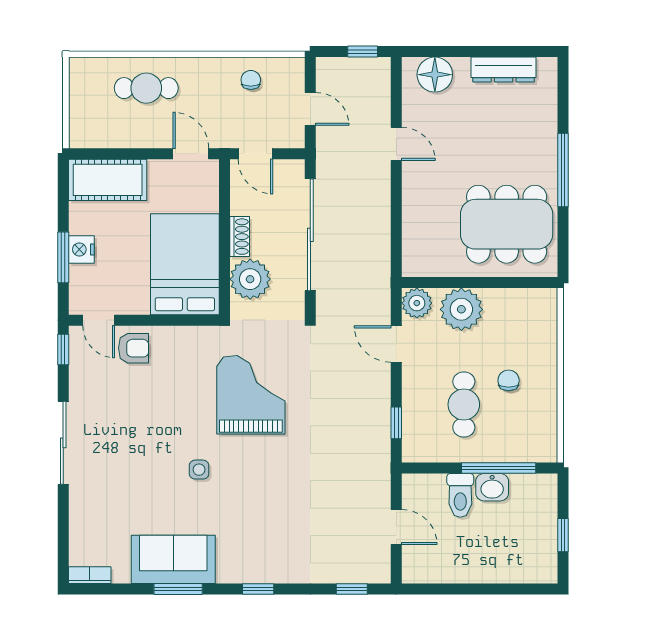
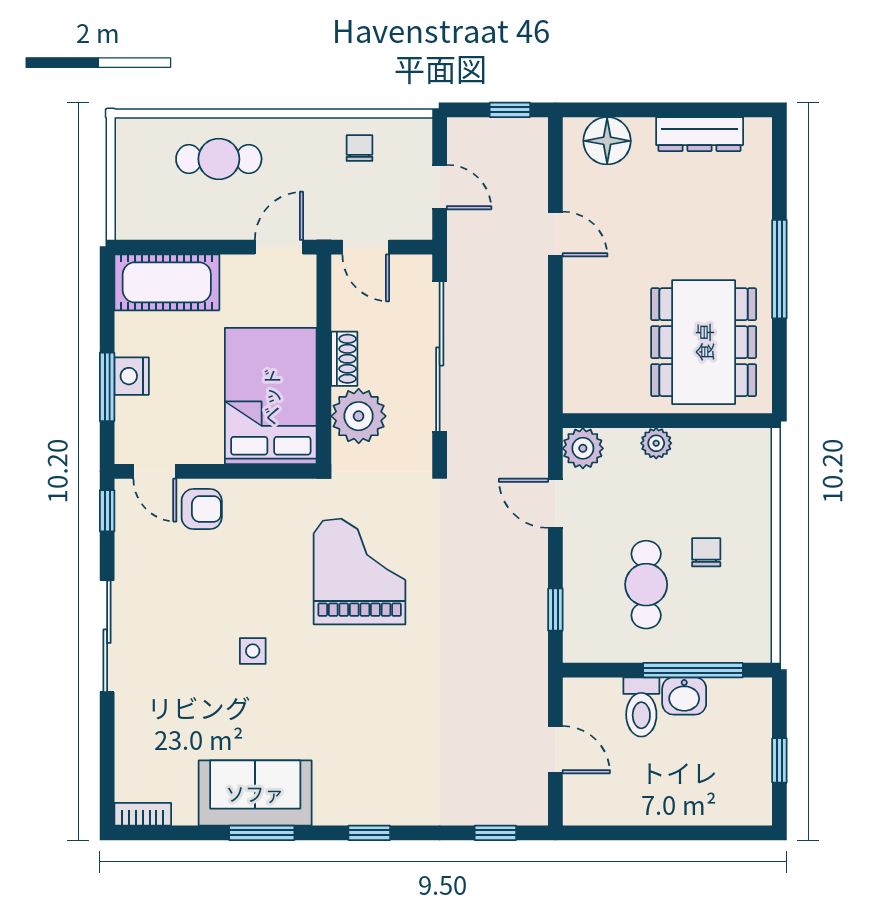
door: (191, 154) -> (279, 247), hinge flipped
dining table: (507, 224) -> (704, 342), turned 90
plant: (461, 309) -> (656, 443), width x0.53, depth x0.53
side table: (199, 470) -> (253, 651), moved

